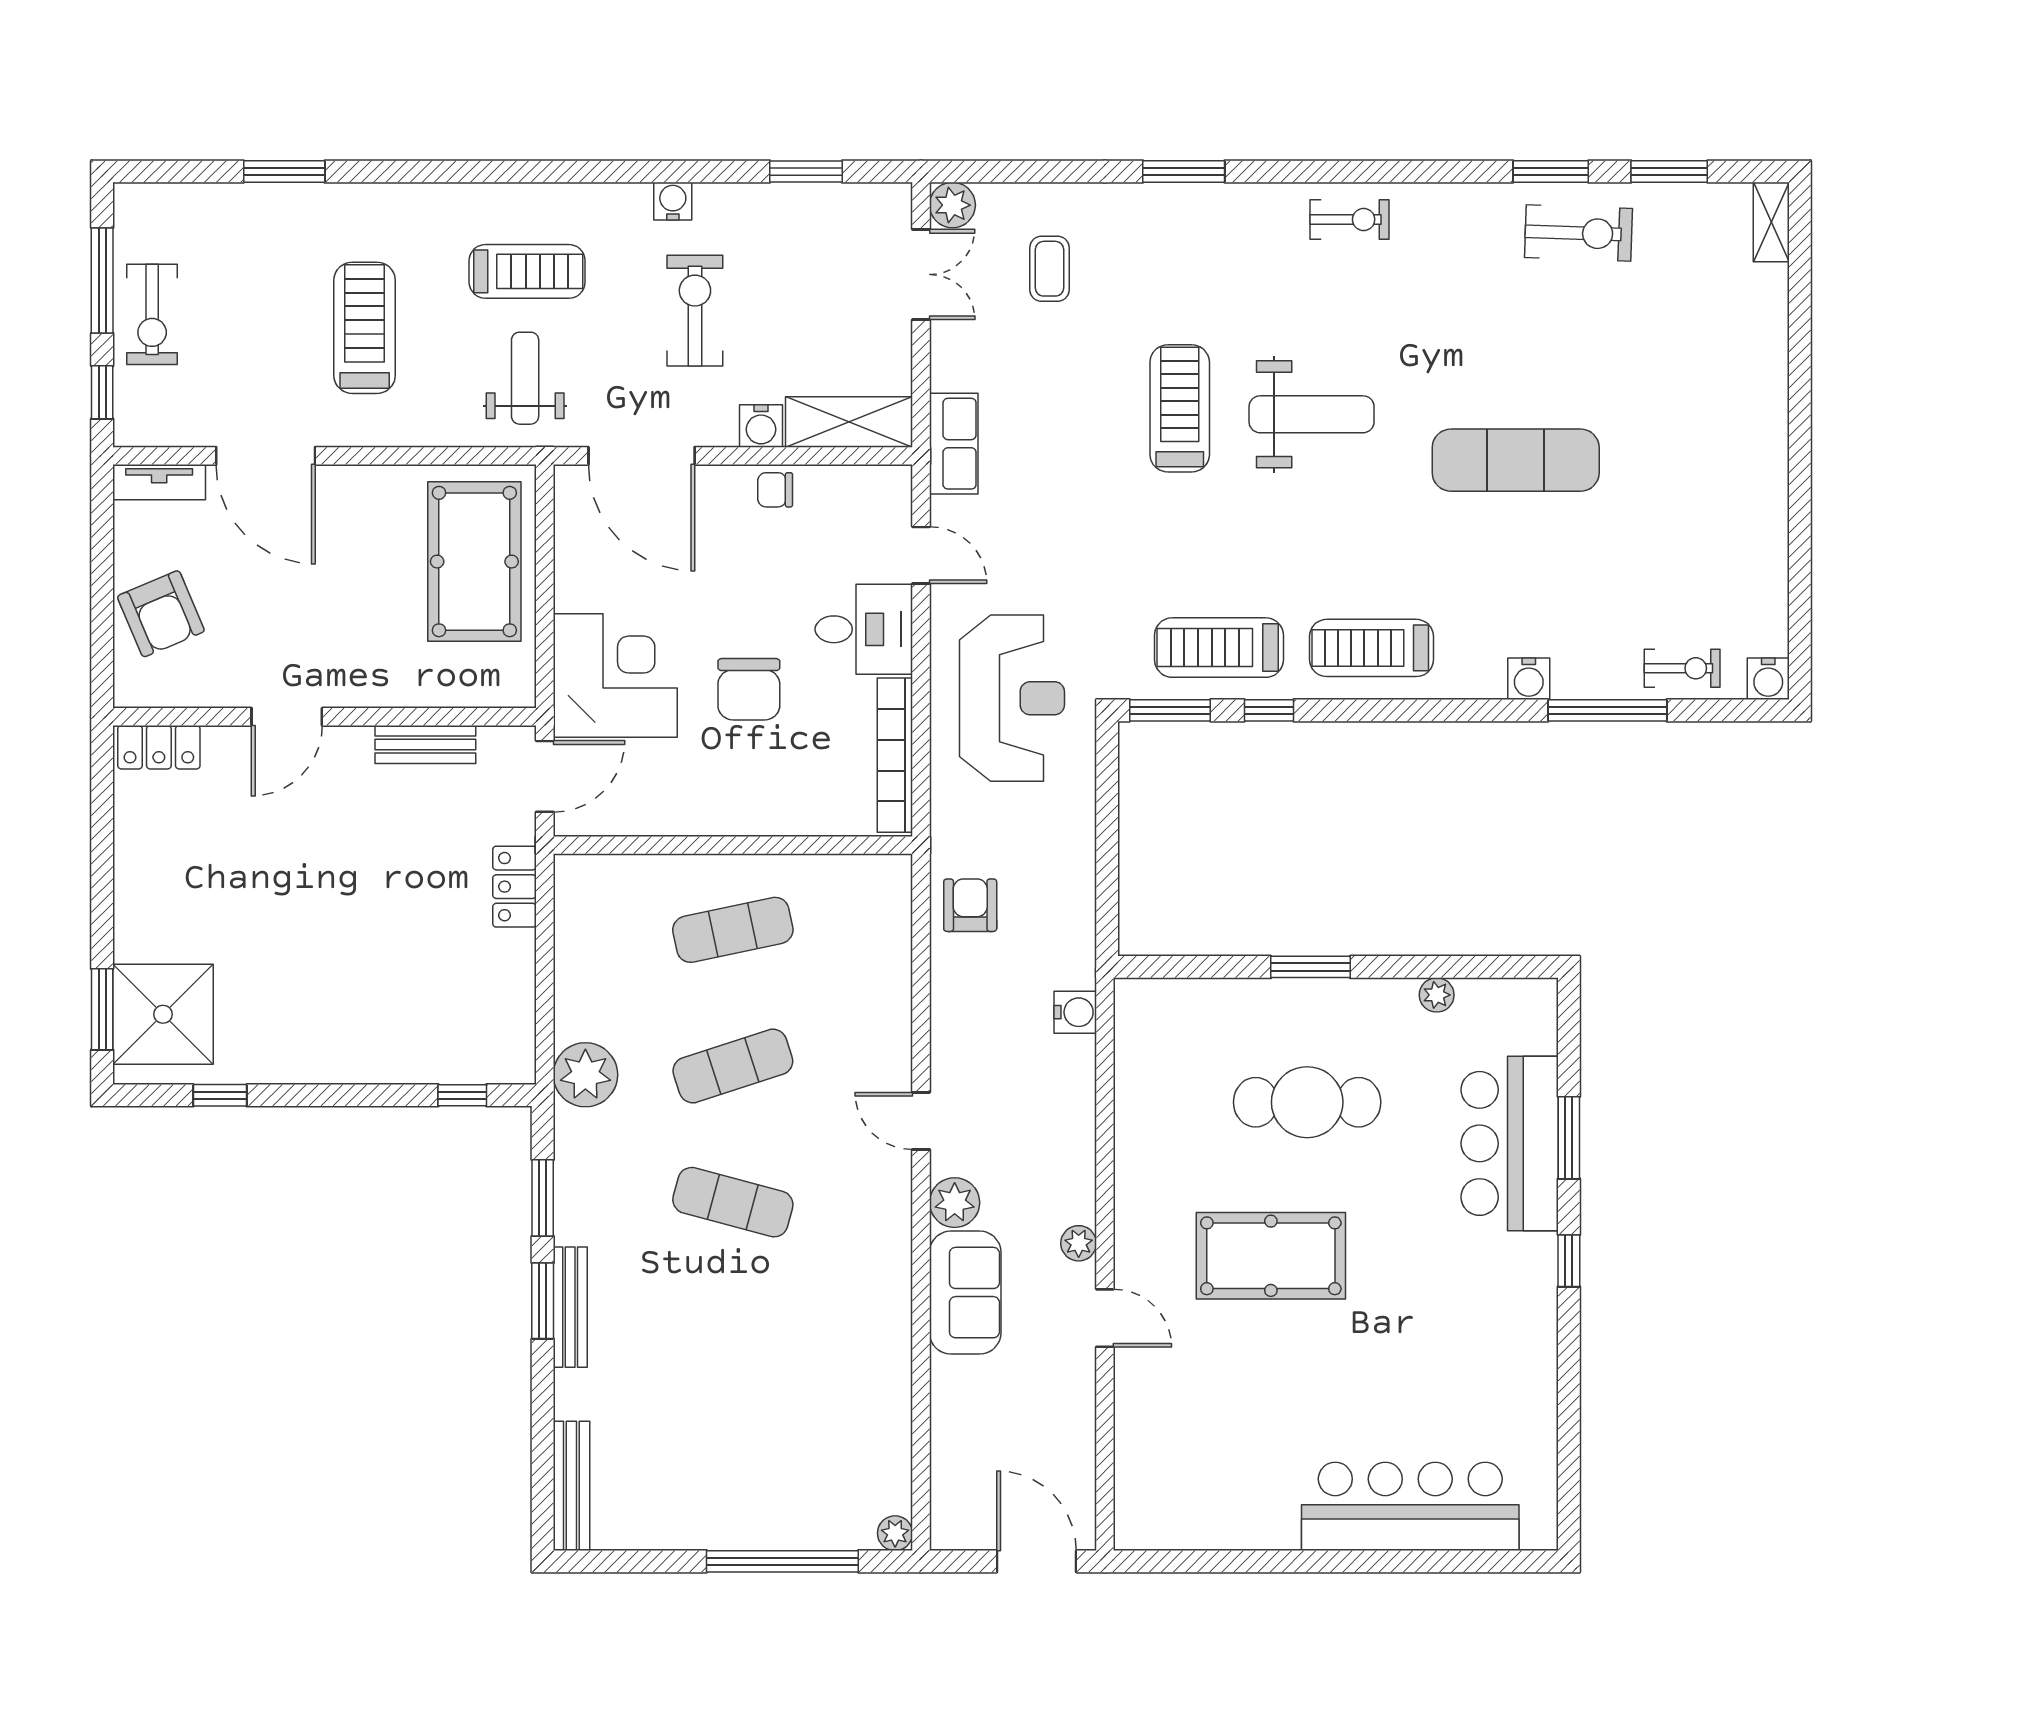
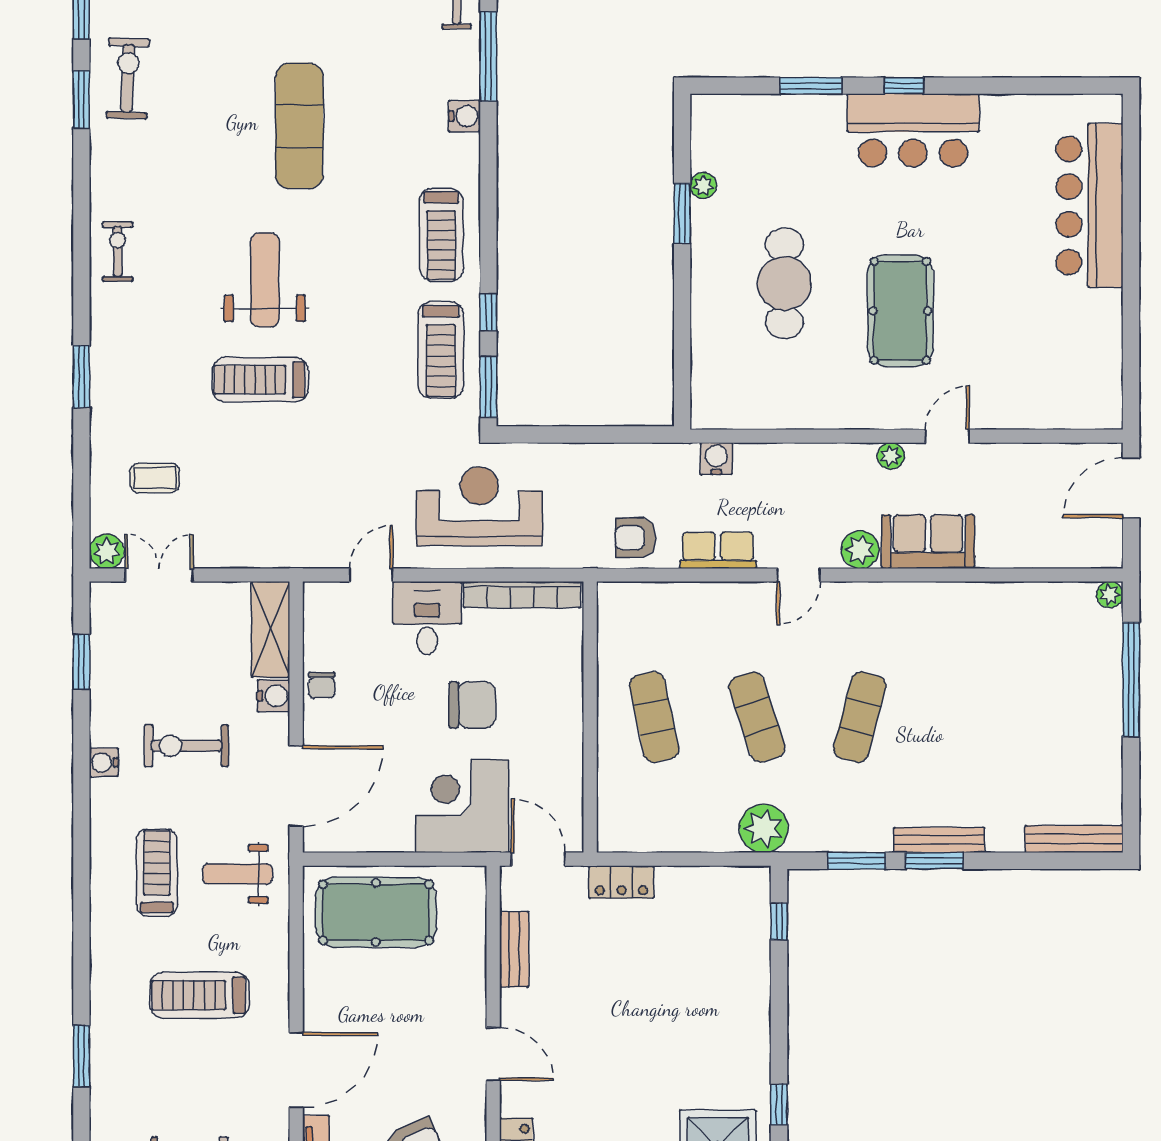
row of seats: (954, 444) -> (718, 550), moved
window: (1311, 967) -> (682, 214), moved
bar counter: (1510, 1143) -> (913, 130), moved

